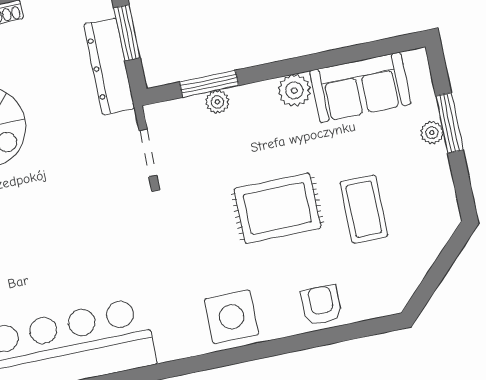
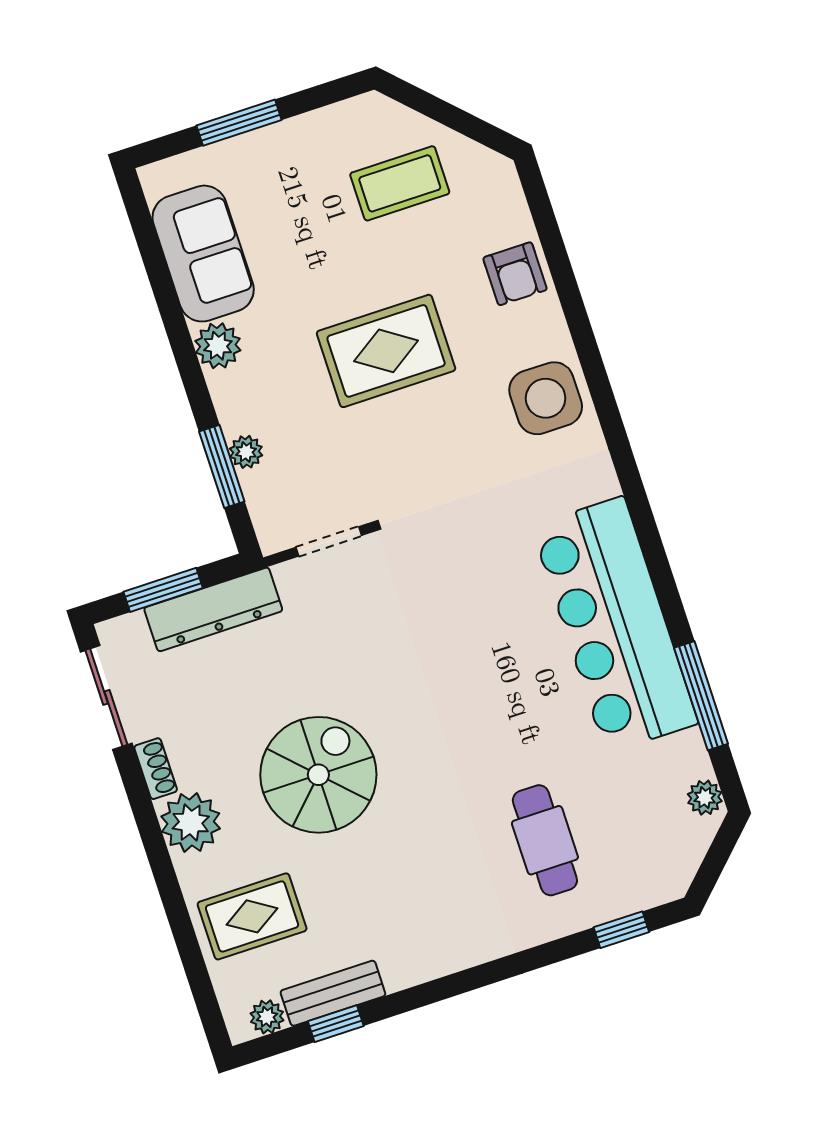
plant: (432, 133) -> (255, 146), removed
rug: (277, 208) -> (386, 351), turned 90
coffee table: (364, 209) -> (400, 183), moved
armchair: (321, 305) -> (515, 274), turned -90

